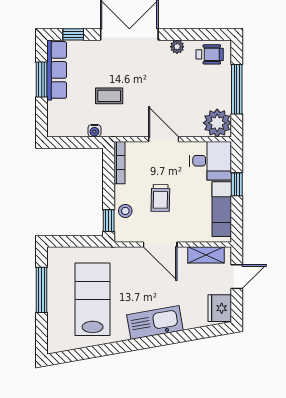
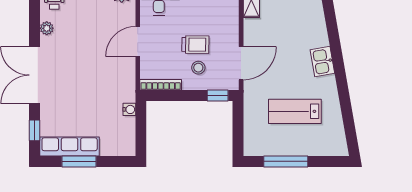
coffee table: (109, 96) -> (95, 95), removed
stool: (125, 211) -> (198, 68), moved
door: (160, 244) -> (241, 63), moved
lab bench: (93, 299) -> (295, 111), width x0.73, depth x0.72
kitchen sink: (155, 323) -> (322, 62), width x0.53, depth x0.81

